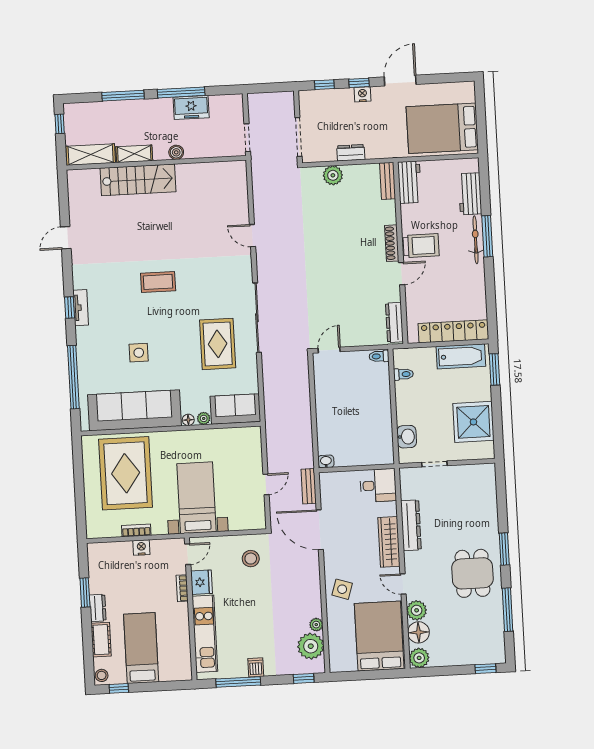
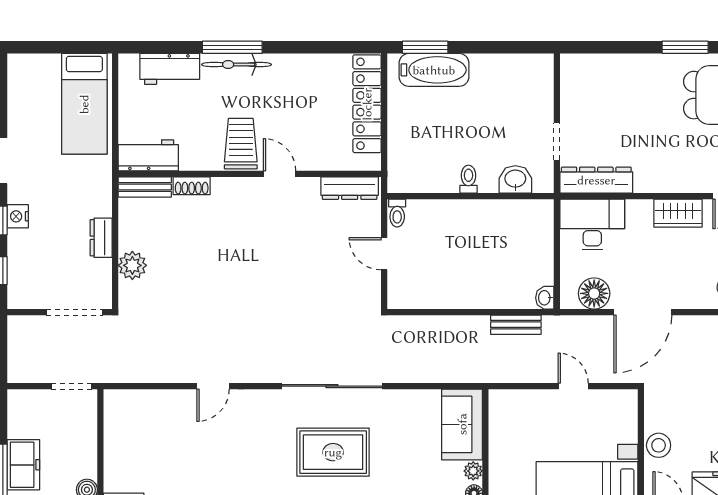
bed: (442, 128) -> (84, 104), width x0.67
shoe rack: (392, 243) -> (192, 186), moved, width x0.70
rug: (218, 344) -> (333, 452), moved
door: (329, 350) -> (384, 254), moved
bathtub: (461, 356) -> (434, 70), moved, turned 90
toilet: (403, 374) -> (468, 179), moved
shower: (473, 422) -> (499, 82), removed
desk: (378, 485) -> (592, 224), width x1.37
bench: (309, 486) -> (516, 325), moved
floor lamp: (331, 495) -> (594, 293), added
dresser: (411, 525) -> (596, 180), moved
wardrobe: (389, 542) -> (678, 213), width x0.67
stool: (251, 559) -> (659, 445), moved

